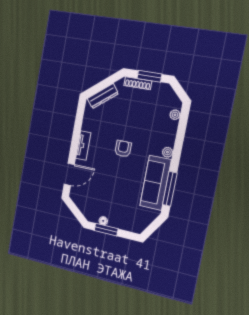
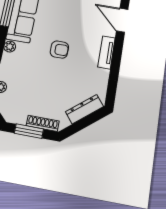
armchair: (123, 149) -> (59, 50), turned -90
door: (69, 174) -> (122, 20), hinge flipped

